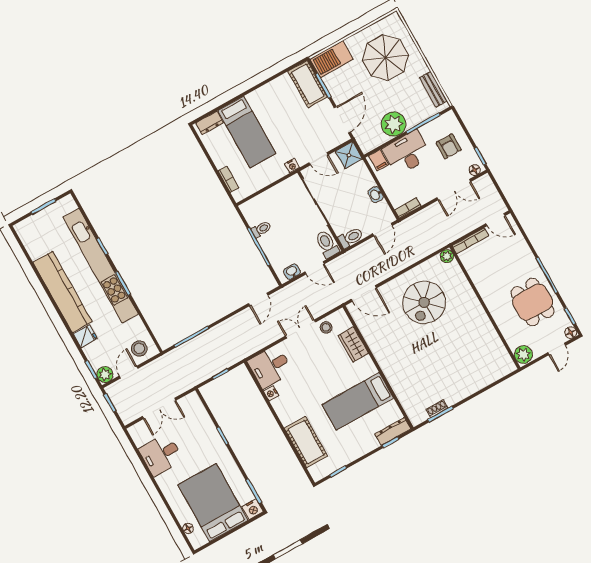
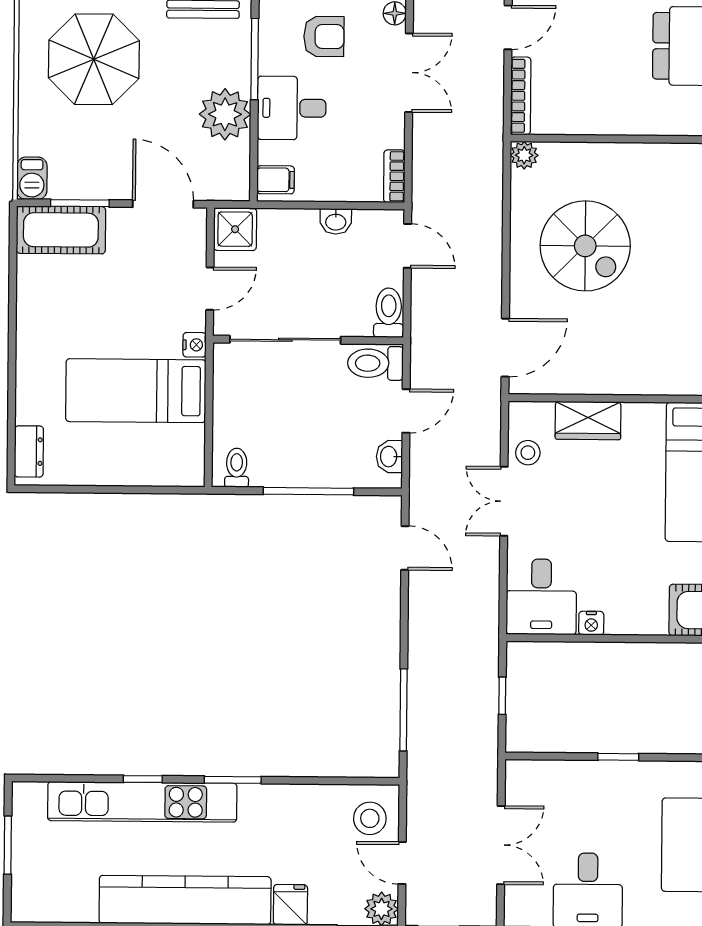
barbecue: (332, 59) -> (32, 178), width x0.53, depth x0.65
bed: (247, 132) -> (136, 391), moved, turned 180
desk: (407, 153) -> (292, 108), width x0.73
bookcase: (229, 179) -> (153, 476), removed
toilet: (261, 229) -> (237, 468), moved
kitchen unit: (101, 266) -> (142, 802), width x0.73

